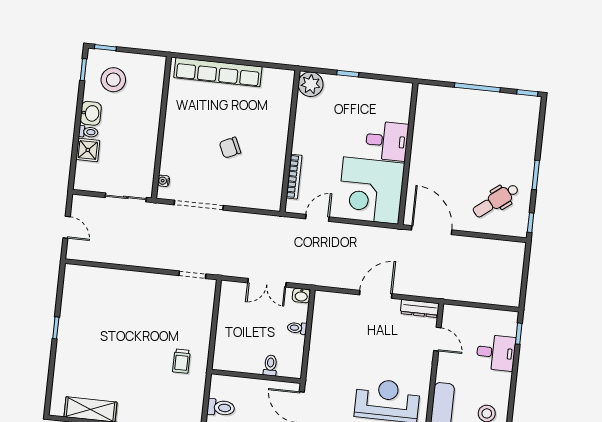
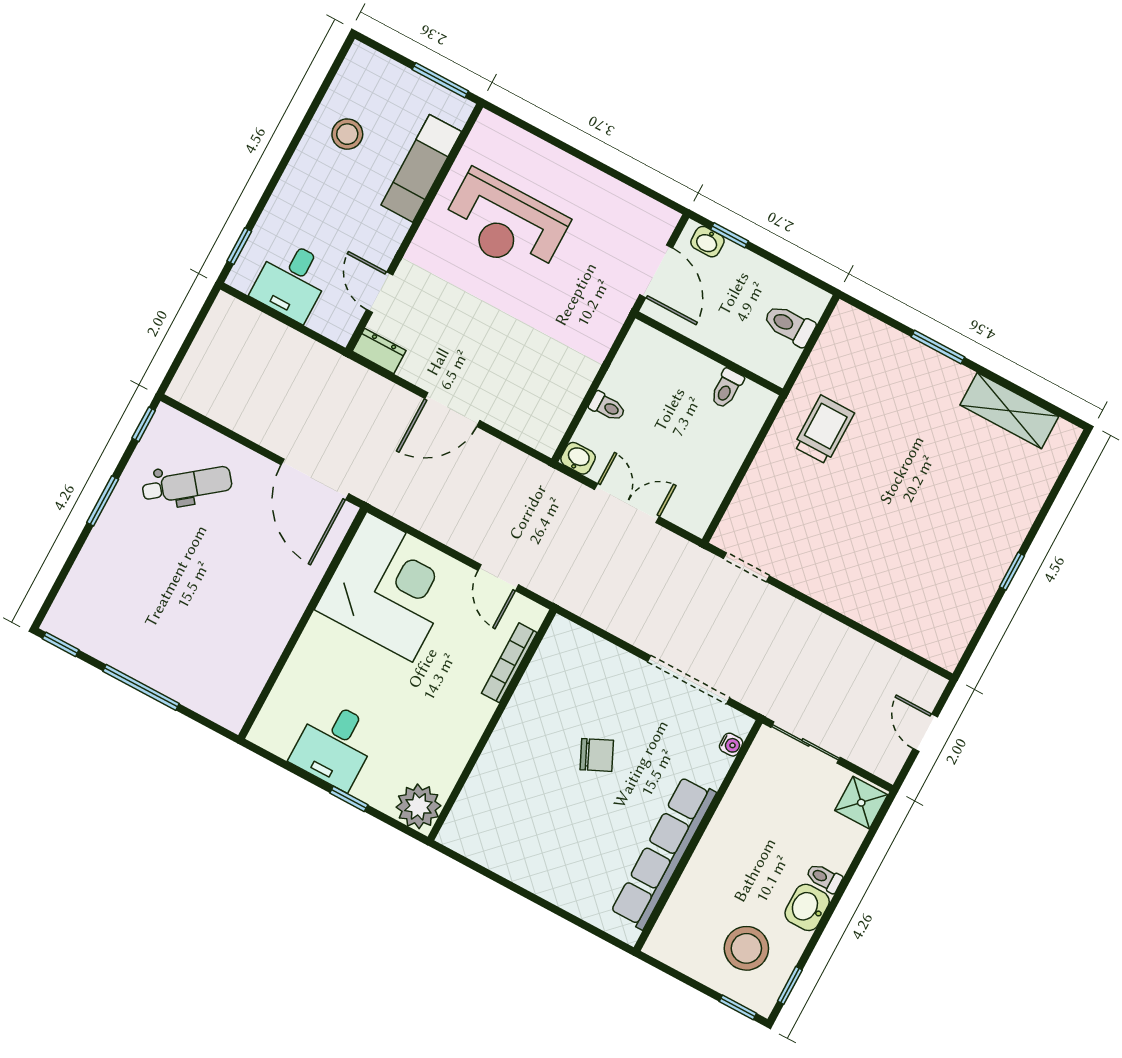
row of seats: (218, 72) -> (663, 853), moved, turned -90
desk: (387, 141) -> (335, 745), moved, turned -90
shower: (88, 150) -> (861, 803), moved
door: (317, 218) -> (498, 578), hinge flipped
dresser: (420, 308) -> (379, 351), width x0.70
desk: (496, 353) -> (292, 281), moved, turned -90
trolley: (181, 361) -> (824, 430), width x1.36, depth x1.39
toilet: (270, 365) -> (727, 388), moved

